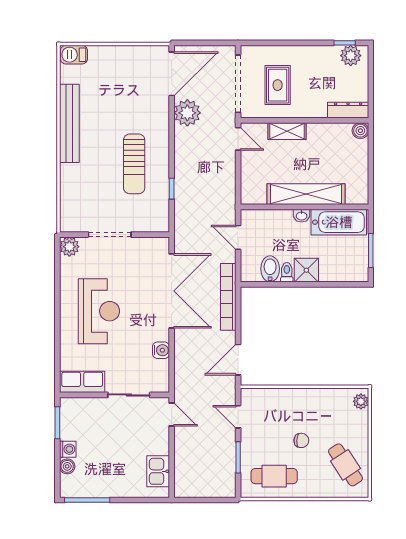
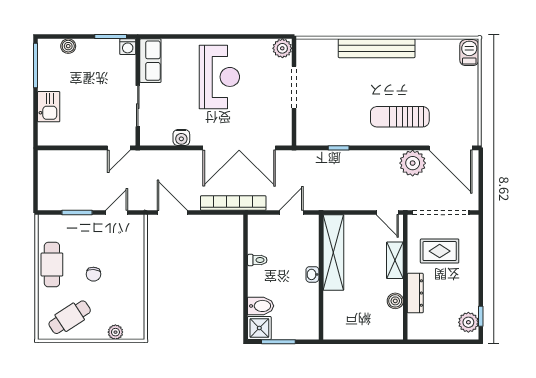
dresser: (348, 110) -> (415, 293), moved
bench: (69, 123) -> (377, 48), moved
boiler: (360, 131) -> (395, 301), moved
door: (238, 139) -> (387, 213), hinge flipped
sun lounger: (134, 164) -> (400, 117), moved
shelving: (306, 194) -> (333, 253), moved
bathtub: (339, 222) -> (306, 311), removed
bidet: (270, 269) -> (261, 306), moved
shower: (306, 270) -> (259, 328), moved
reception desk: (99, 311) -> (219, 77), turned -90
plant: (361, 401) -> (115, 332), moved
washing machine: (68, 449) -> (128, 47), moved
kitchen sink: (158, 471) -> (49, 107), moved, turned 90
cafe table: (274, 476) -> (52, 265), moved

